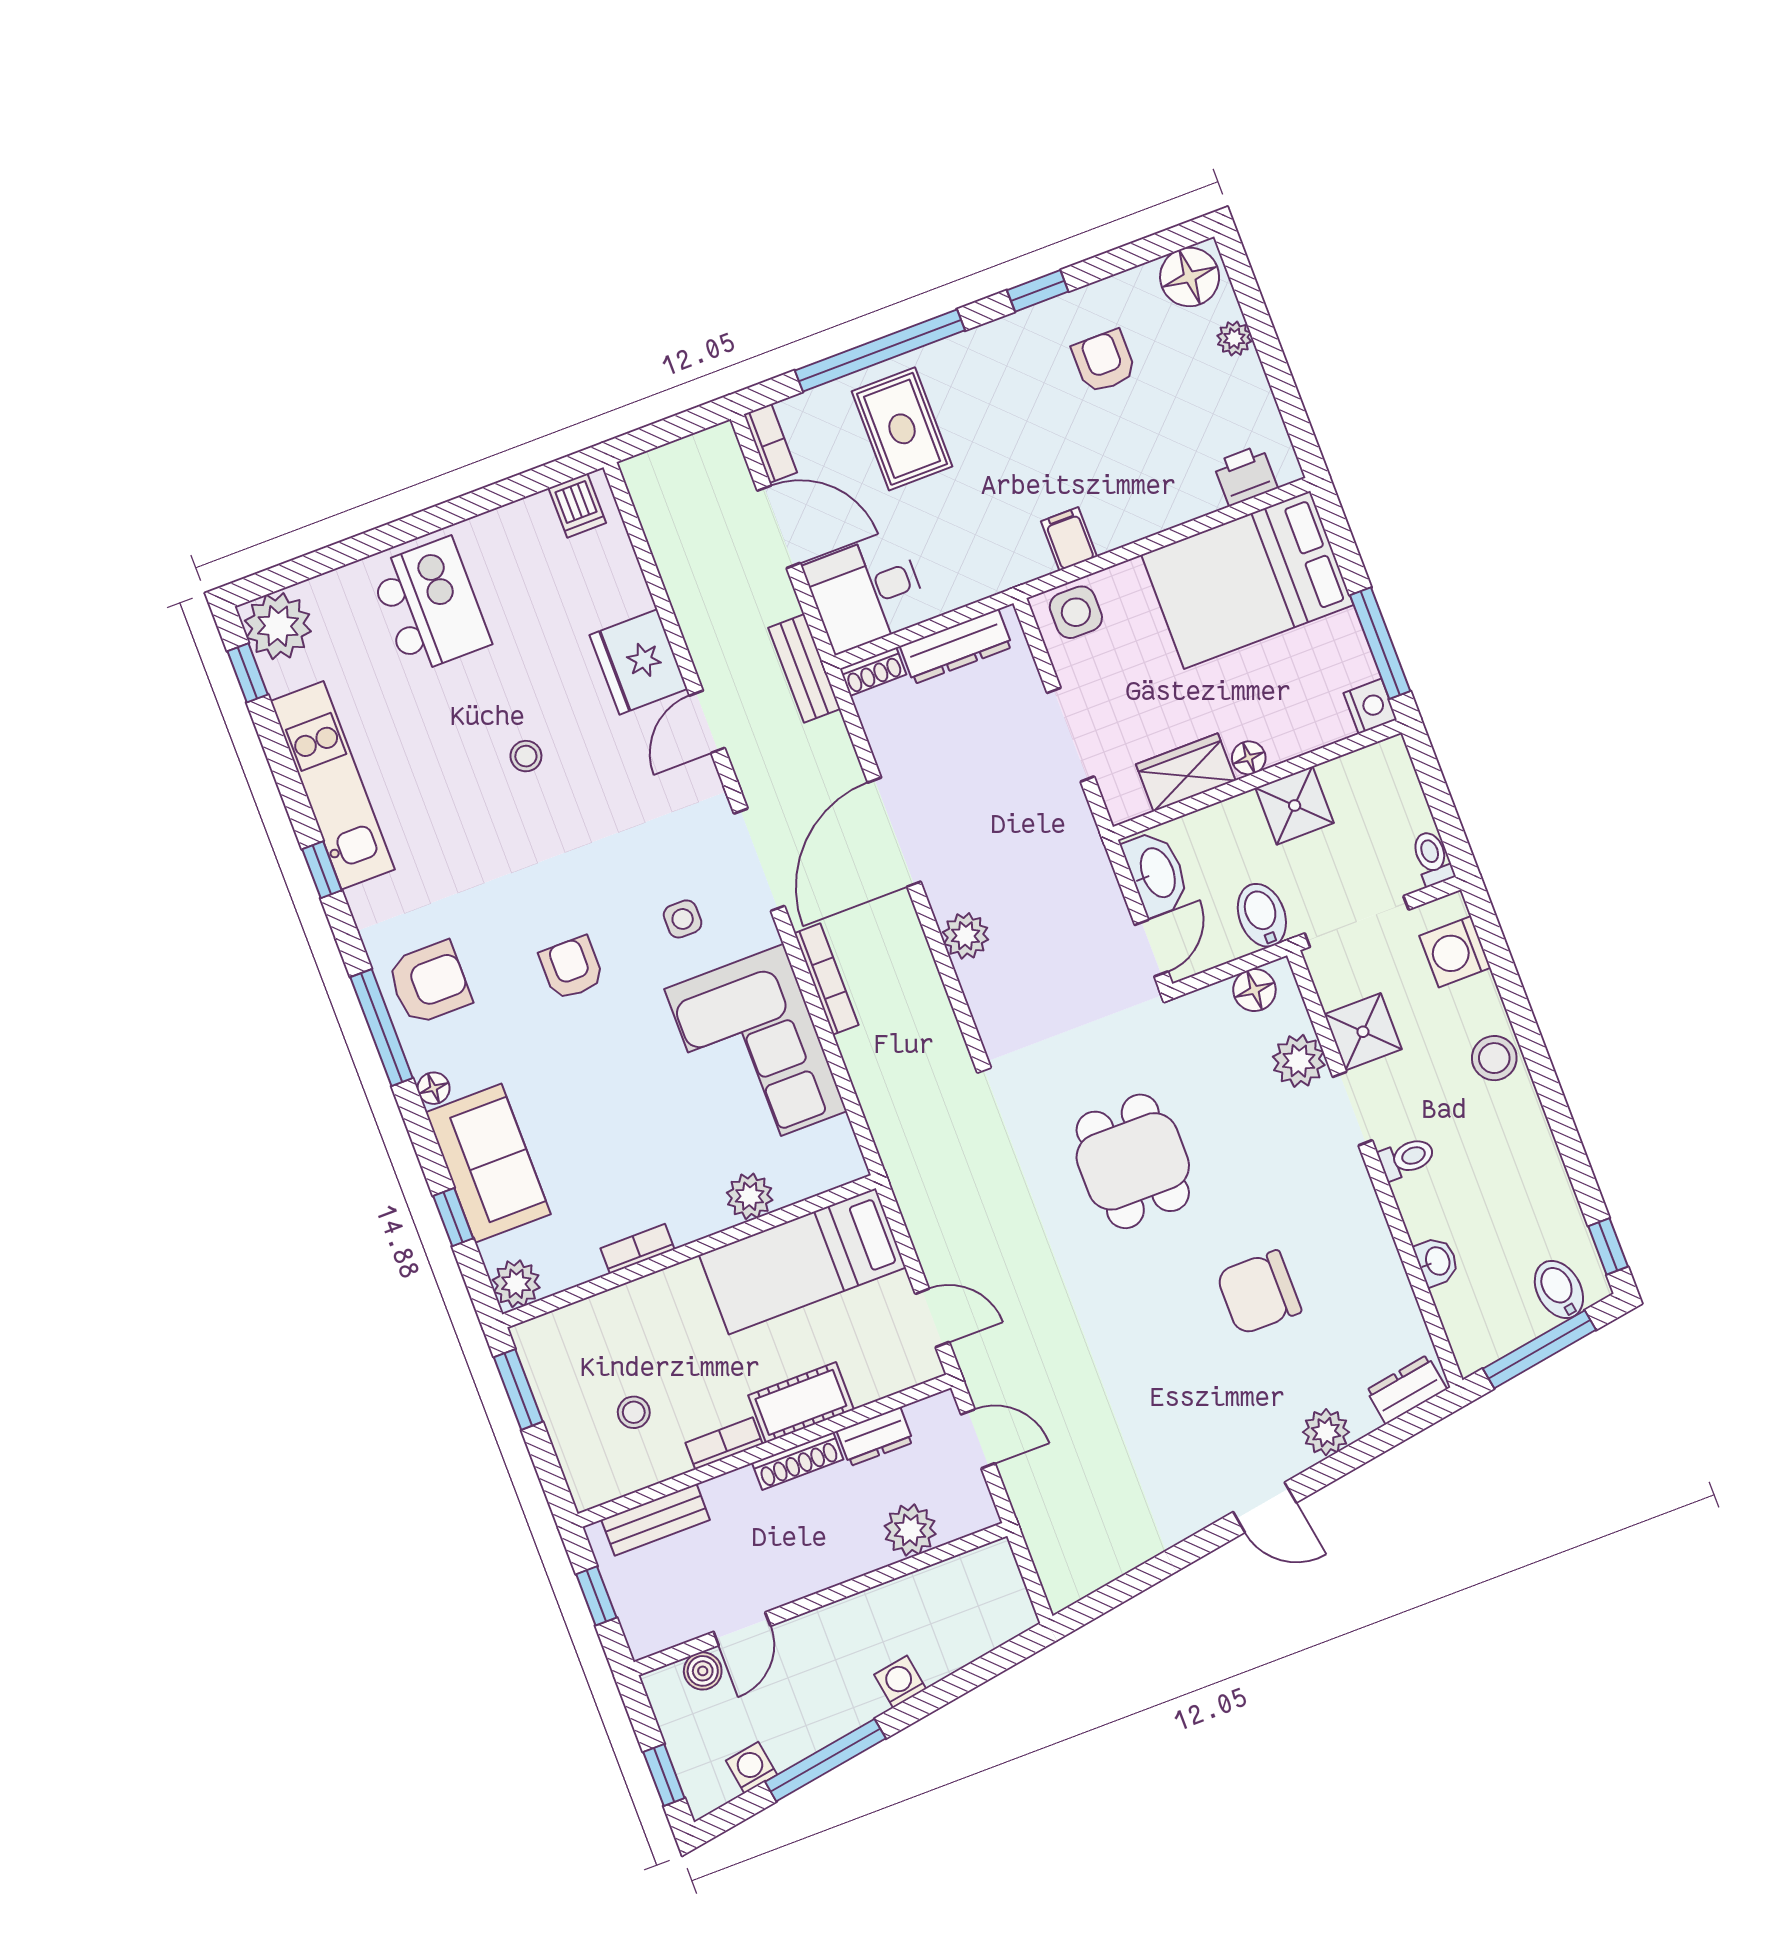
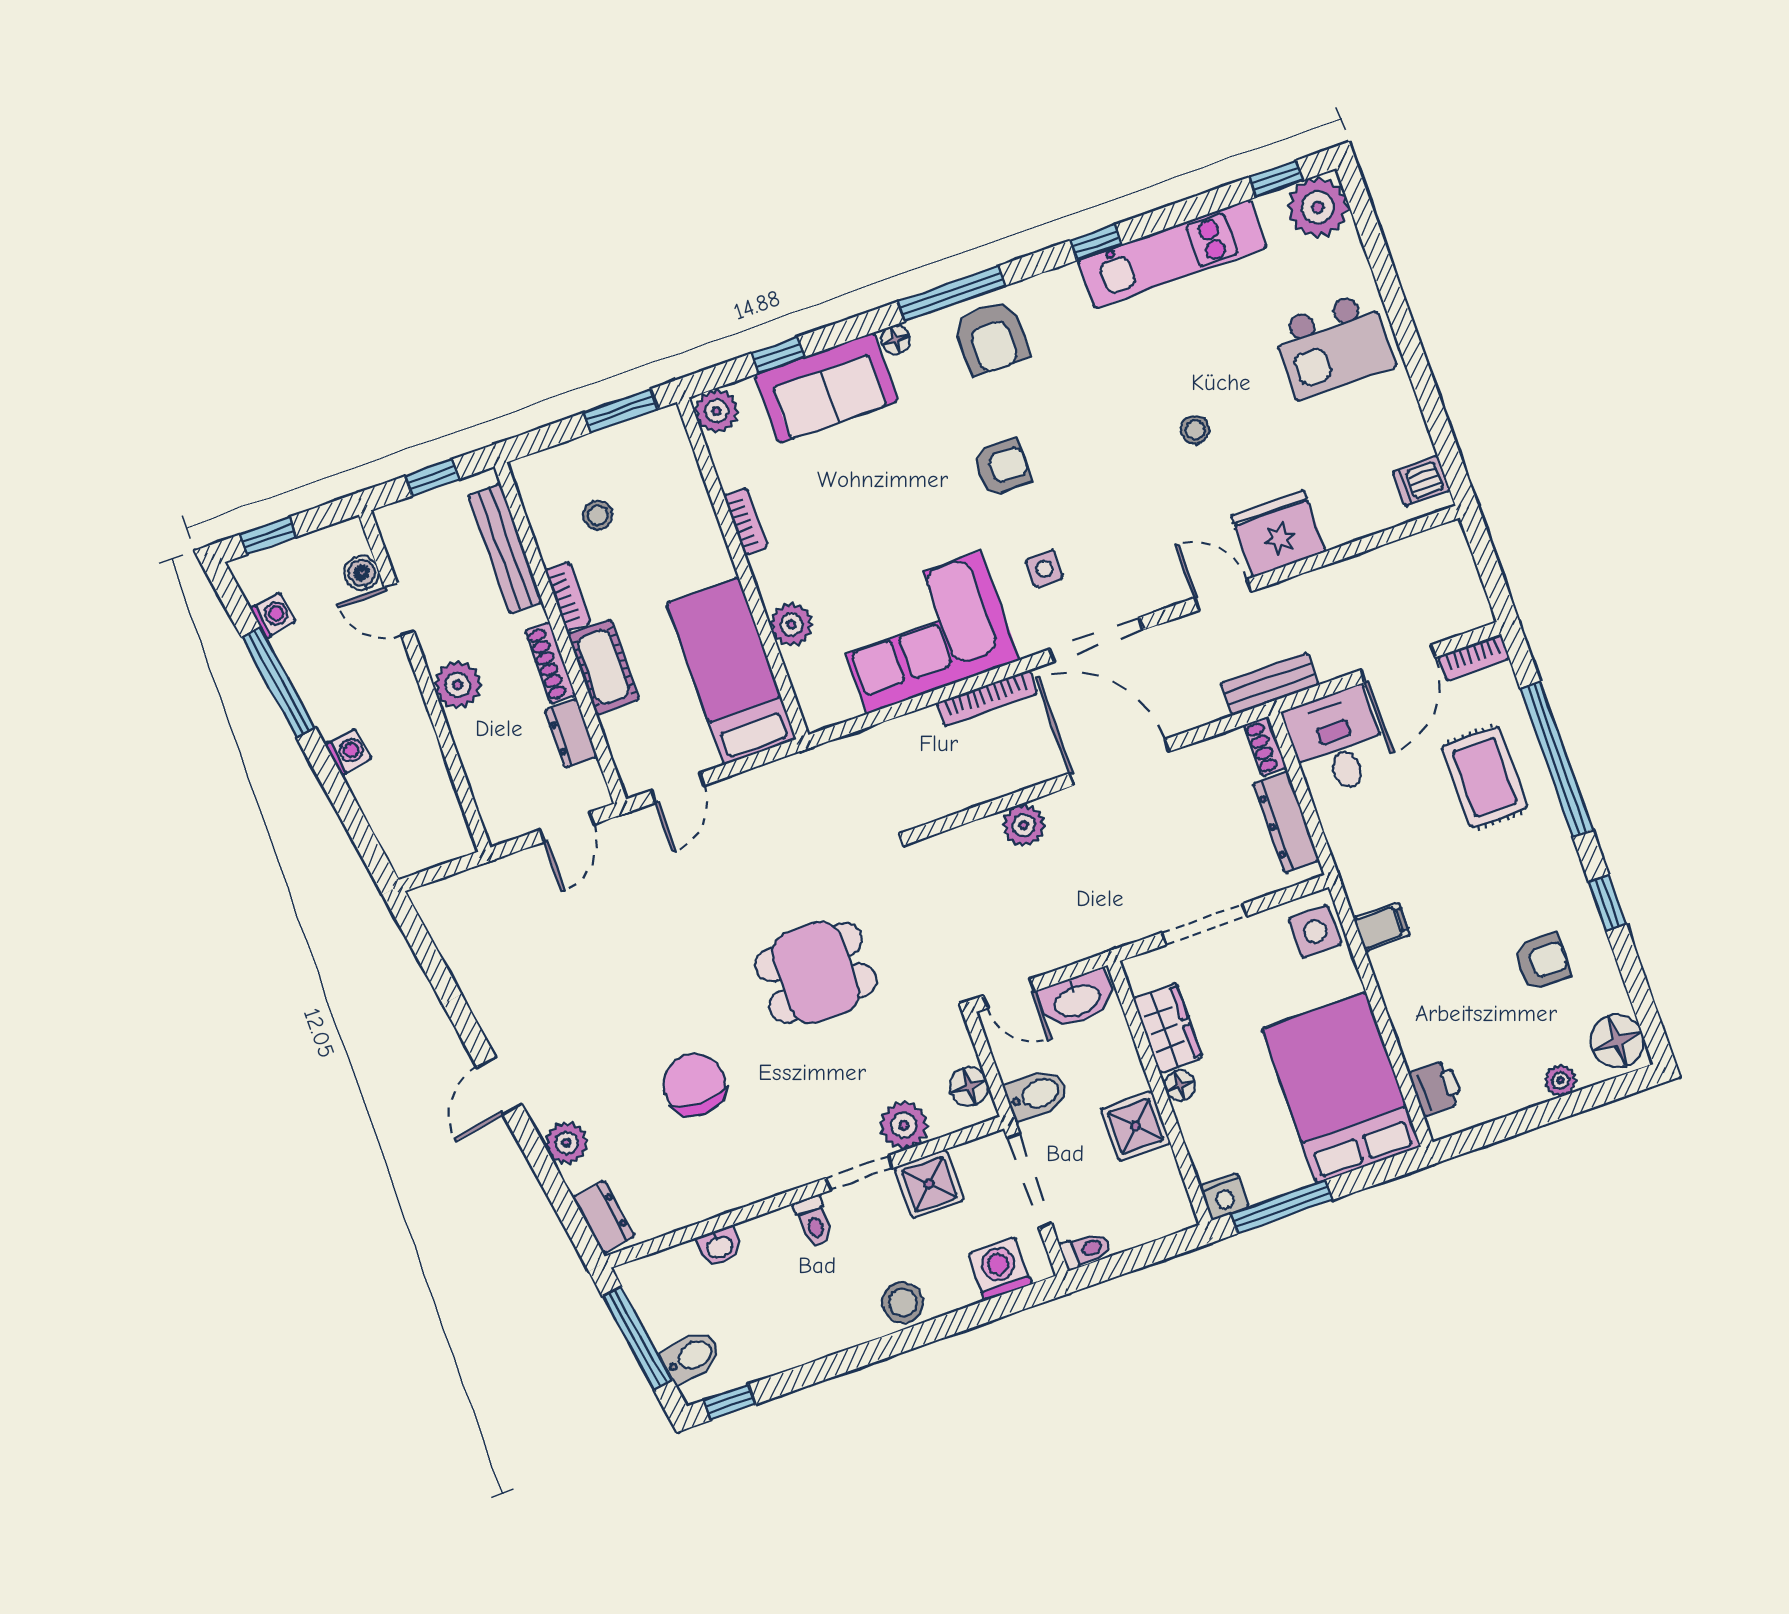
rug: (902, 429) -> (1485, 777), turned 90
bench: (656, 1520) -> (505, 549), width x1.36
plant: (910, 1530) -> (458, 685), moved

